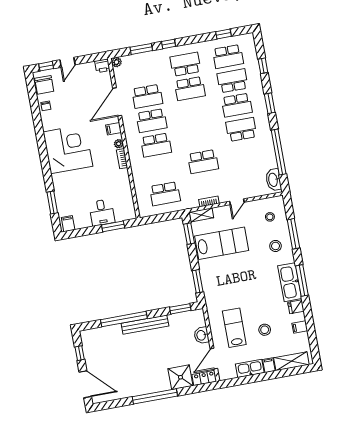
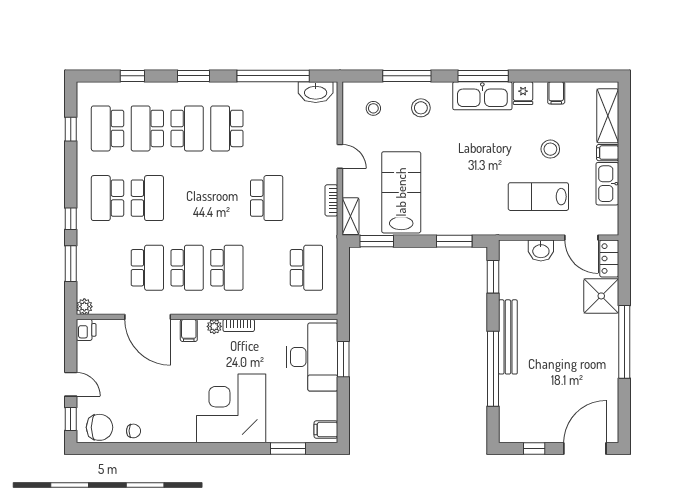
school desk: (228, 56) -> (108, 128), turned 180
corner desk: (68, 149) -> (231, 408), moved
desk: (102, 212) -> (312, 357), width x1.87, depth x1.30

